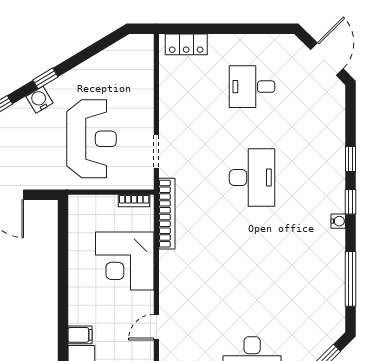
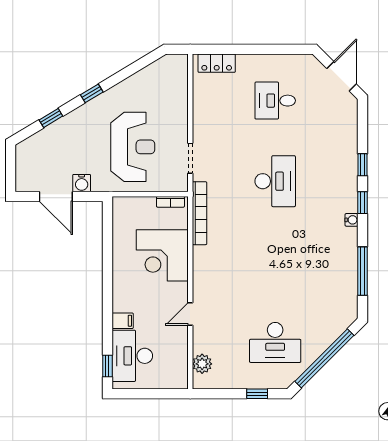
water cooler: (39, 100) -> (82, 183), moved, turned -149

